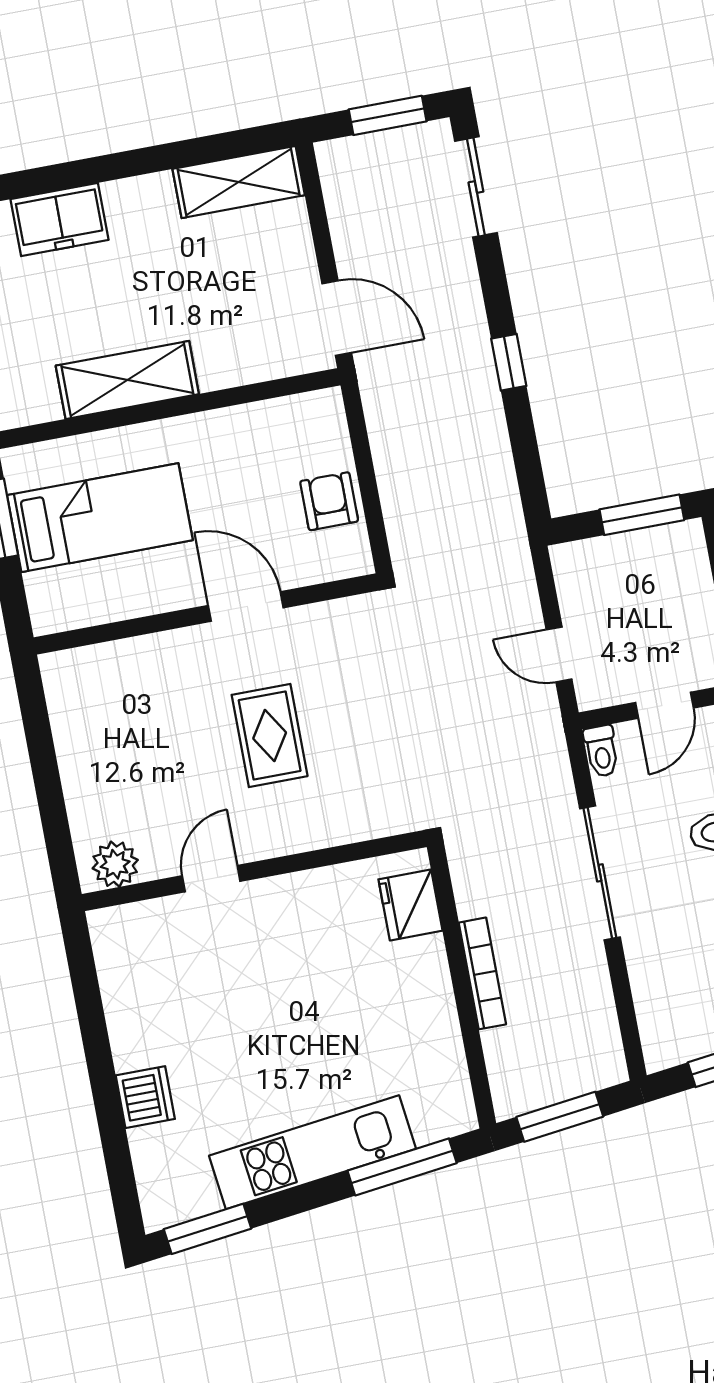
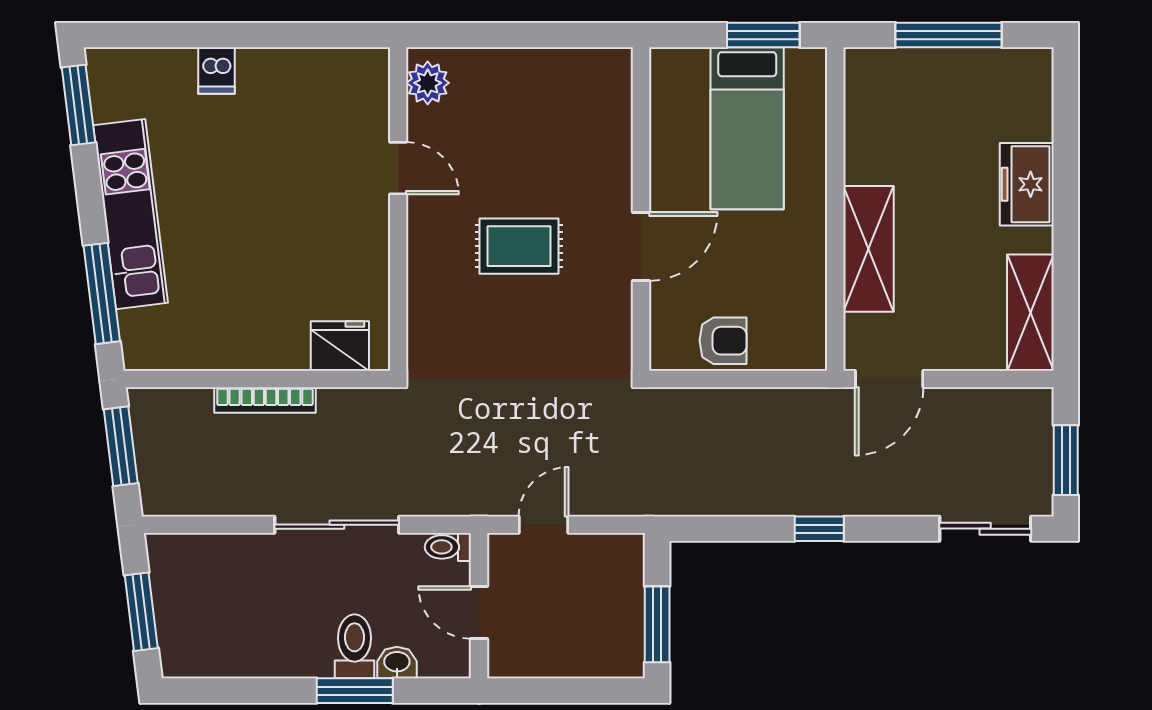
freezer: (60, 219) -> (1027, 184), moved
shelving: (127, 380) -> (868, 249), moved
dishwasher: (145, 1097) -> (216, 71), width x0.73

